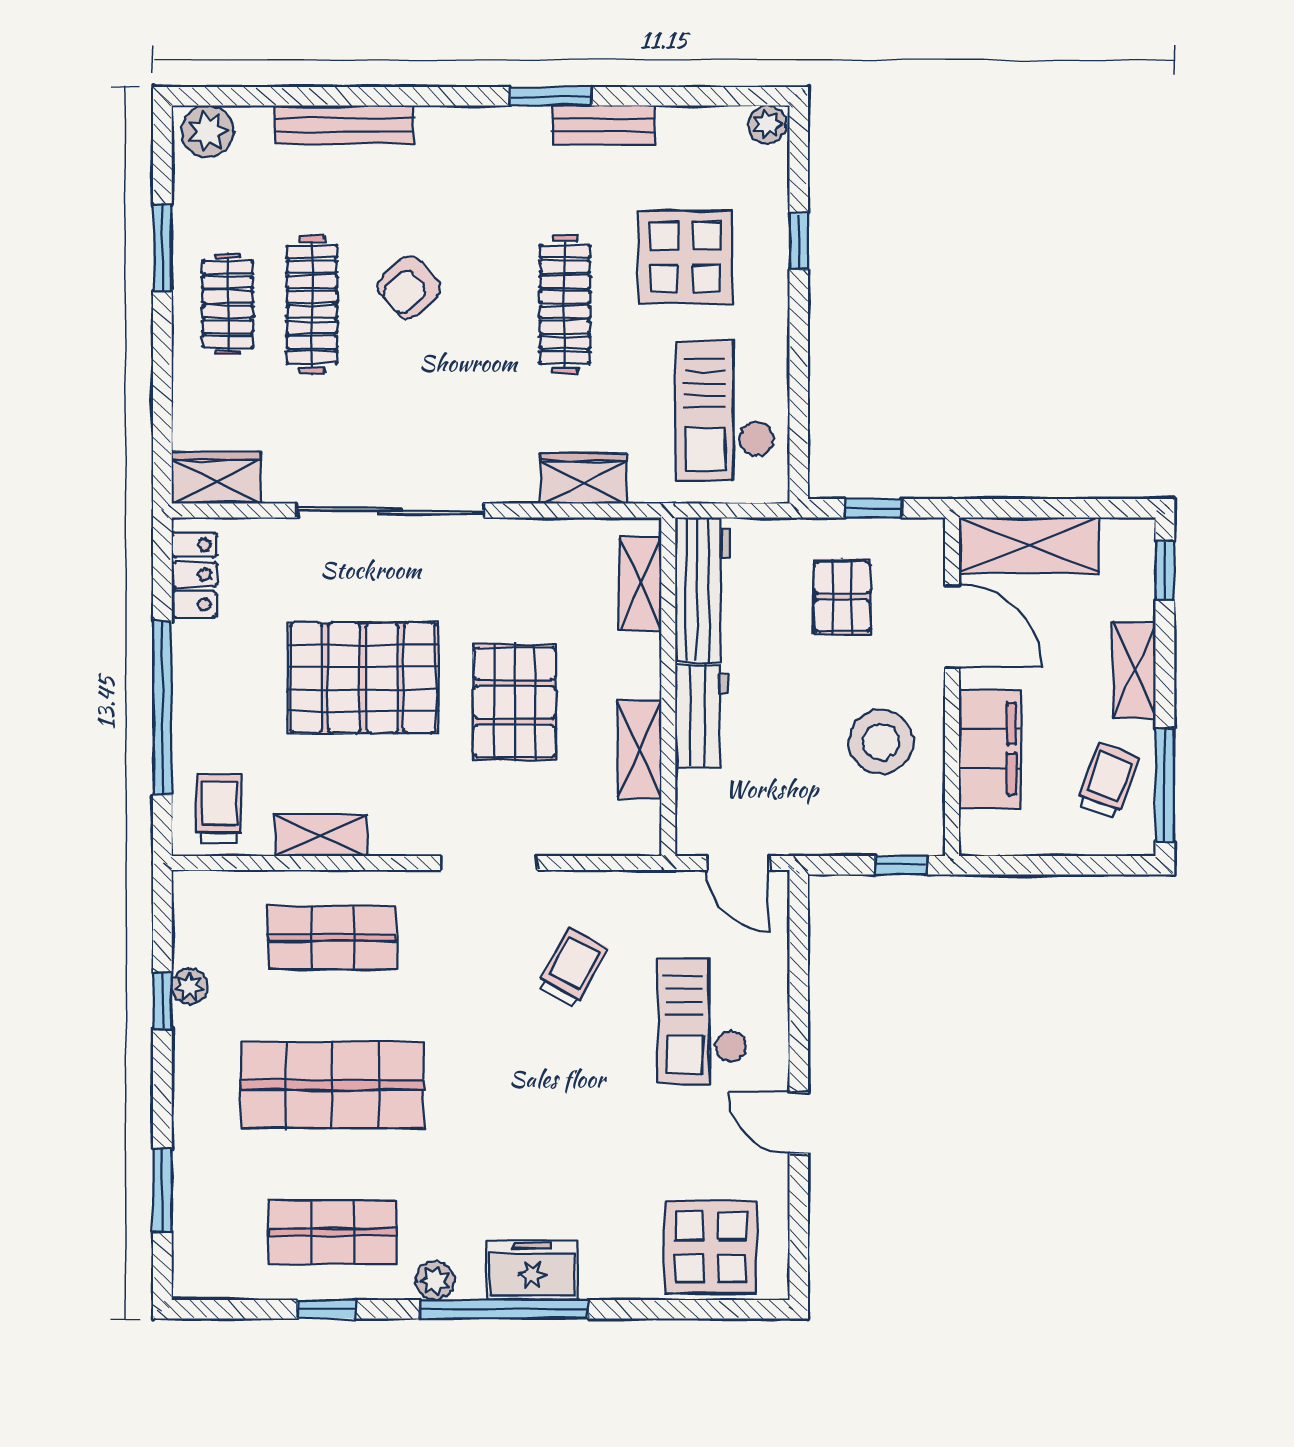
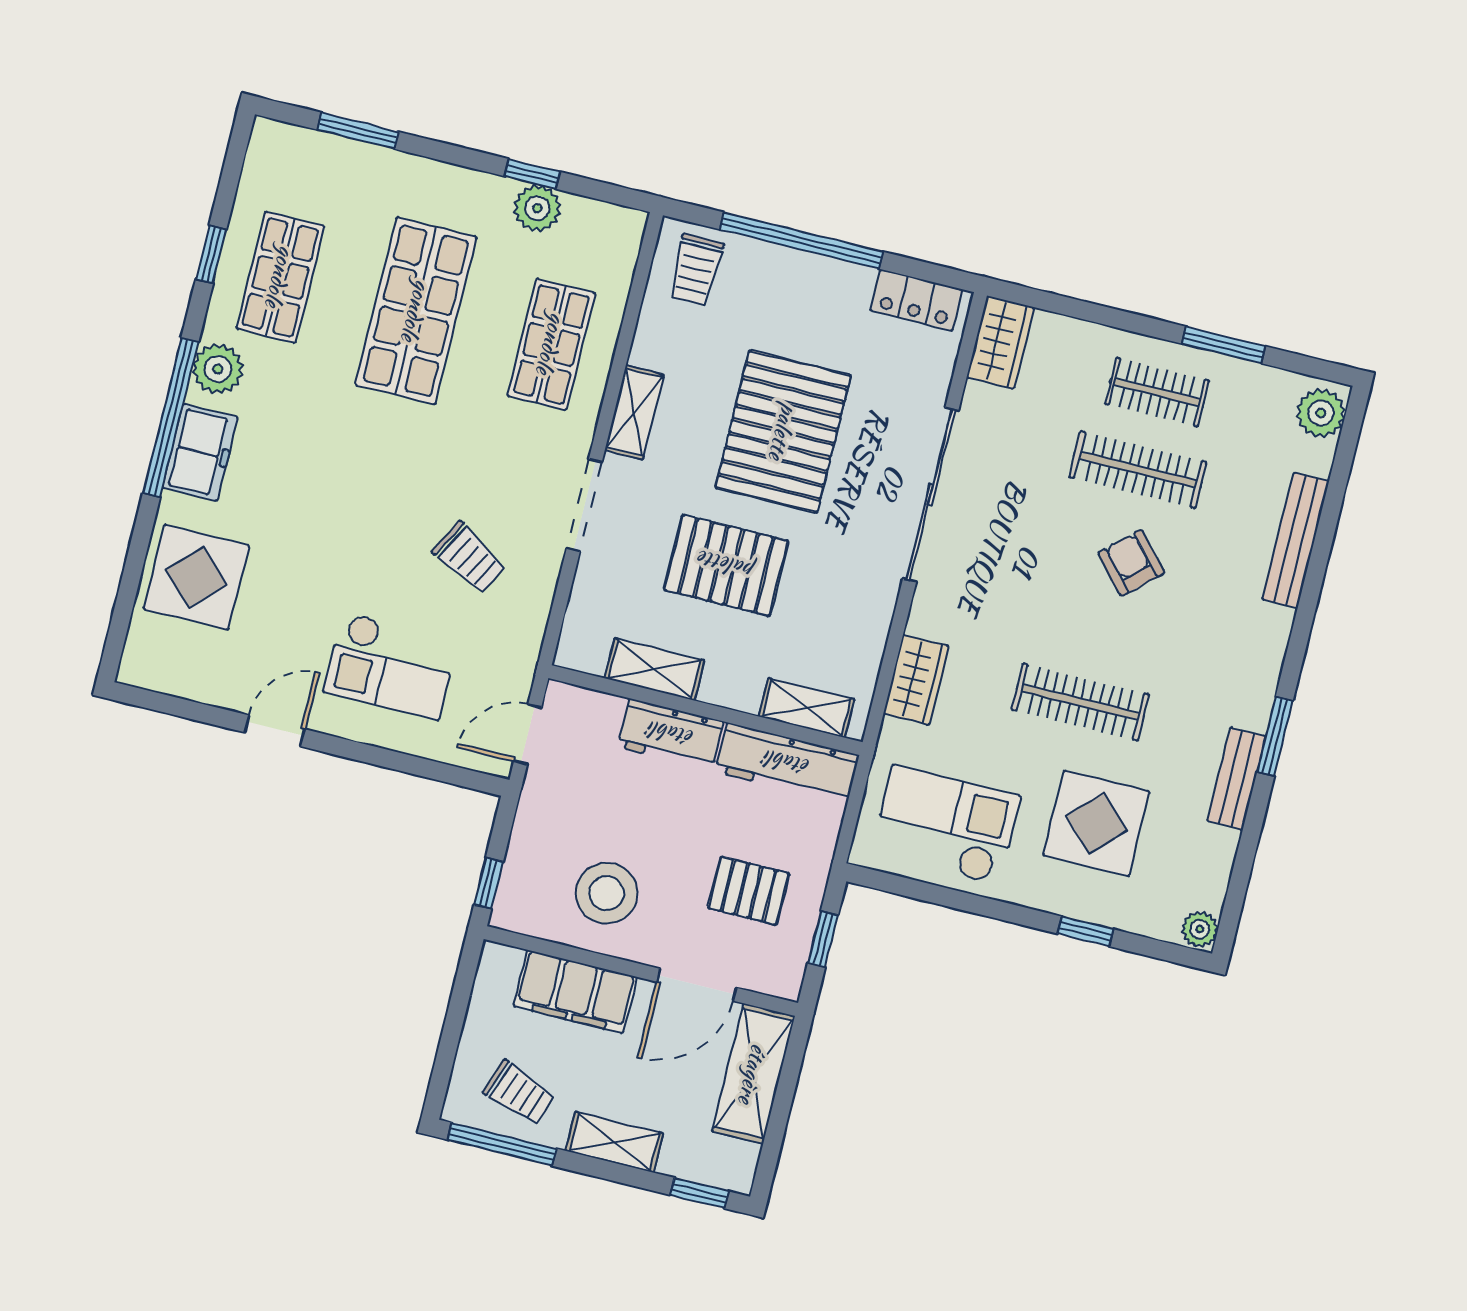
trolley: (219, 808) -> (696, 270), turned 90
shelving: (321, 835) -> (634, 412), moved
plant: (190, 986) -> (537, 208), width x1.38, depth x1.38
checkout: (702, 1021) -> (391, 666), turned 180
display table: (711, 1247) -> (196, 577), moved
plant: (435, 1281) -> (218, 369), width x1.38, depth x1.38

